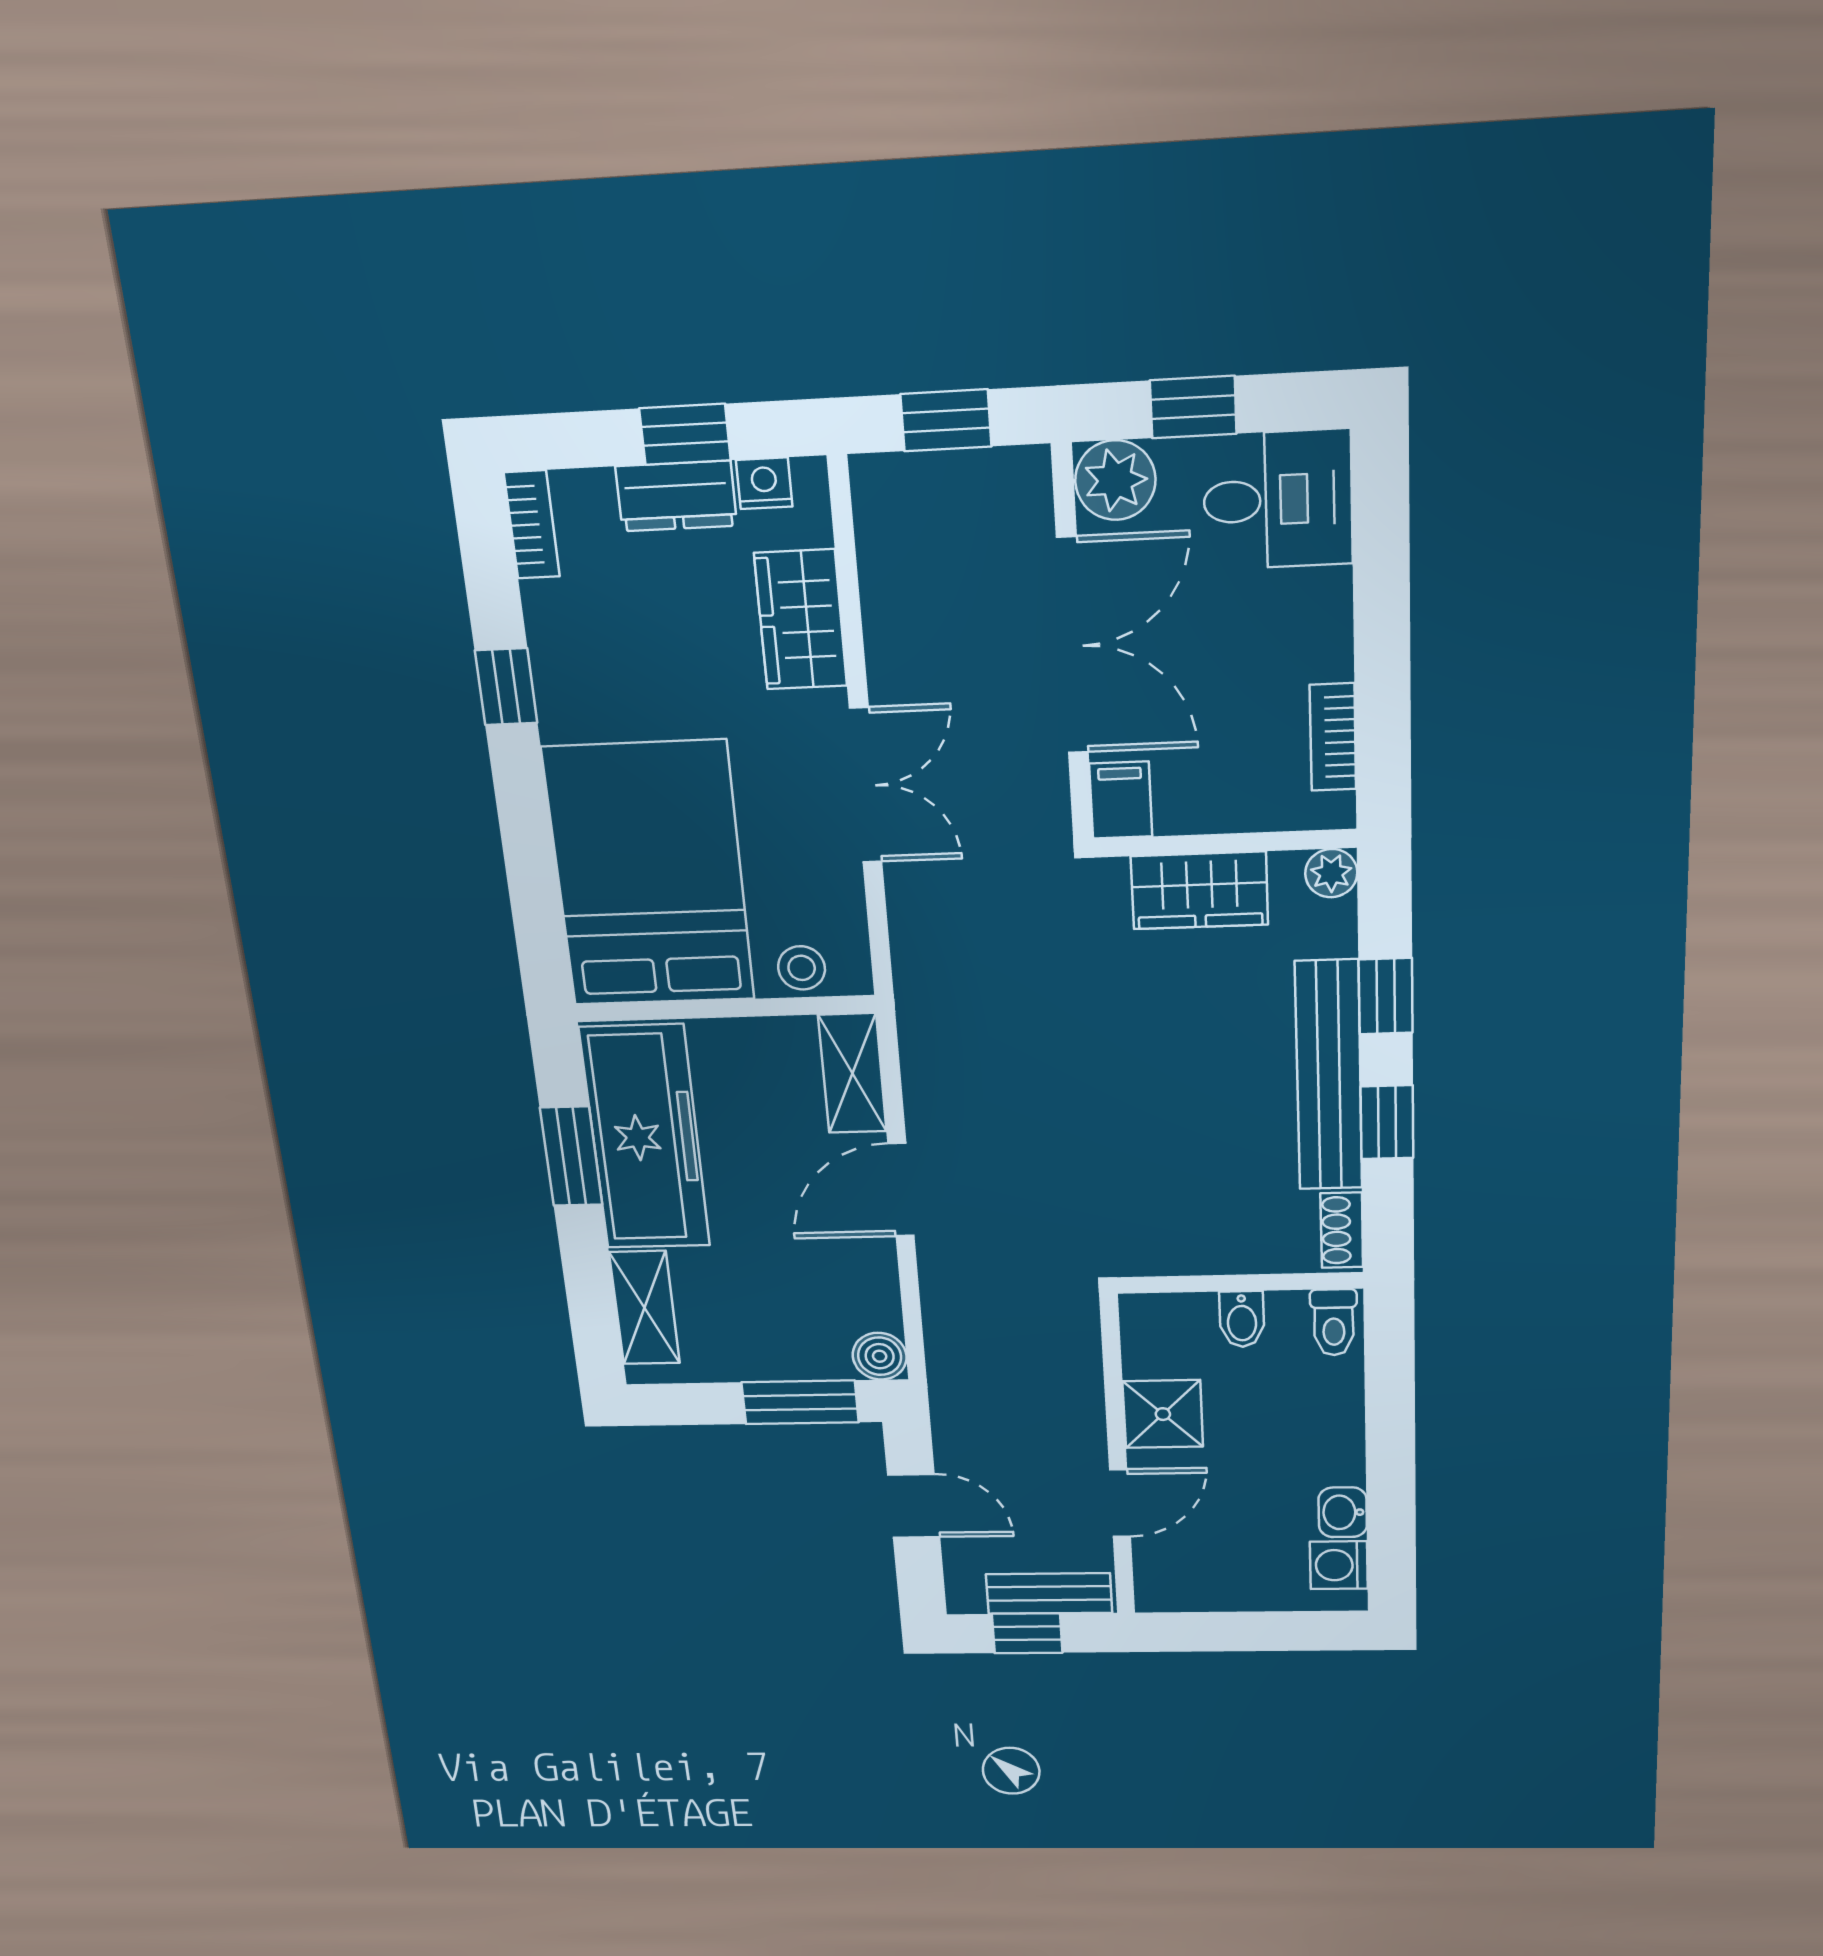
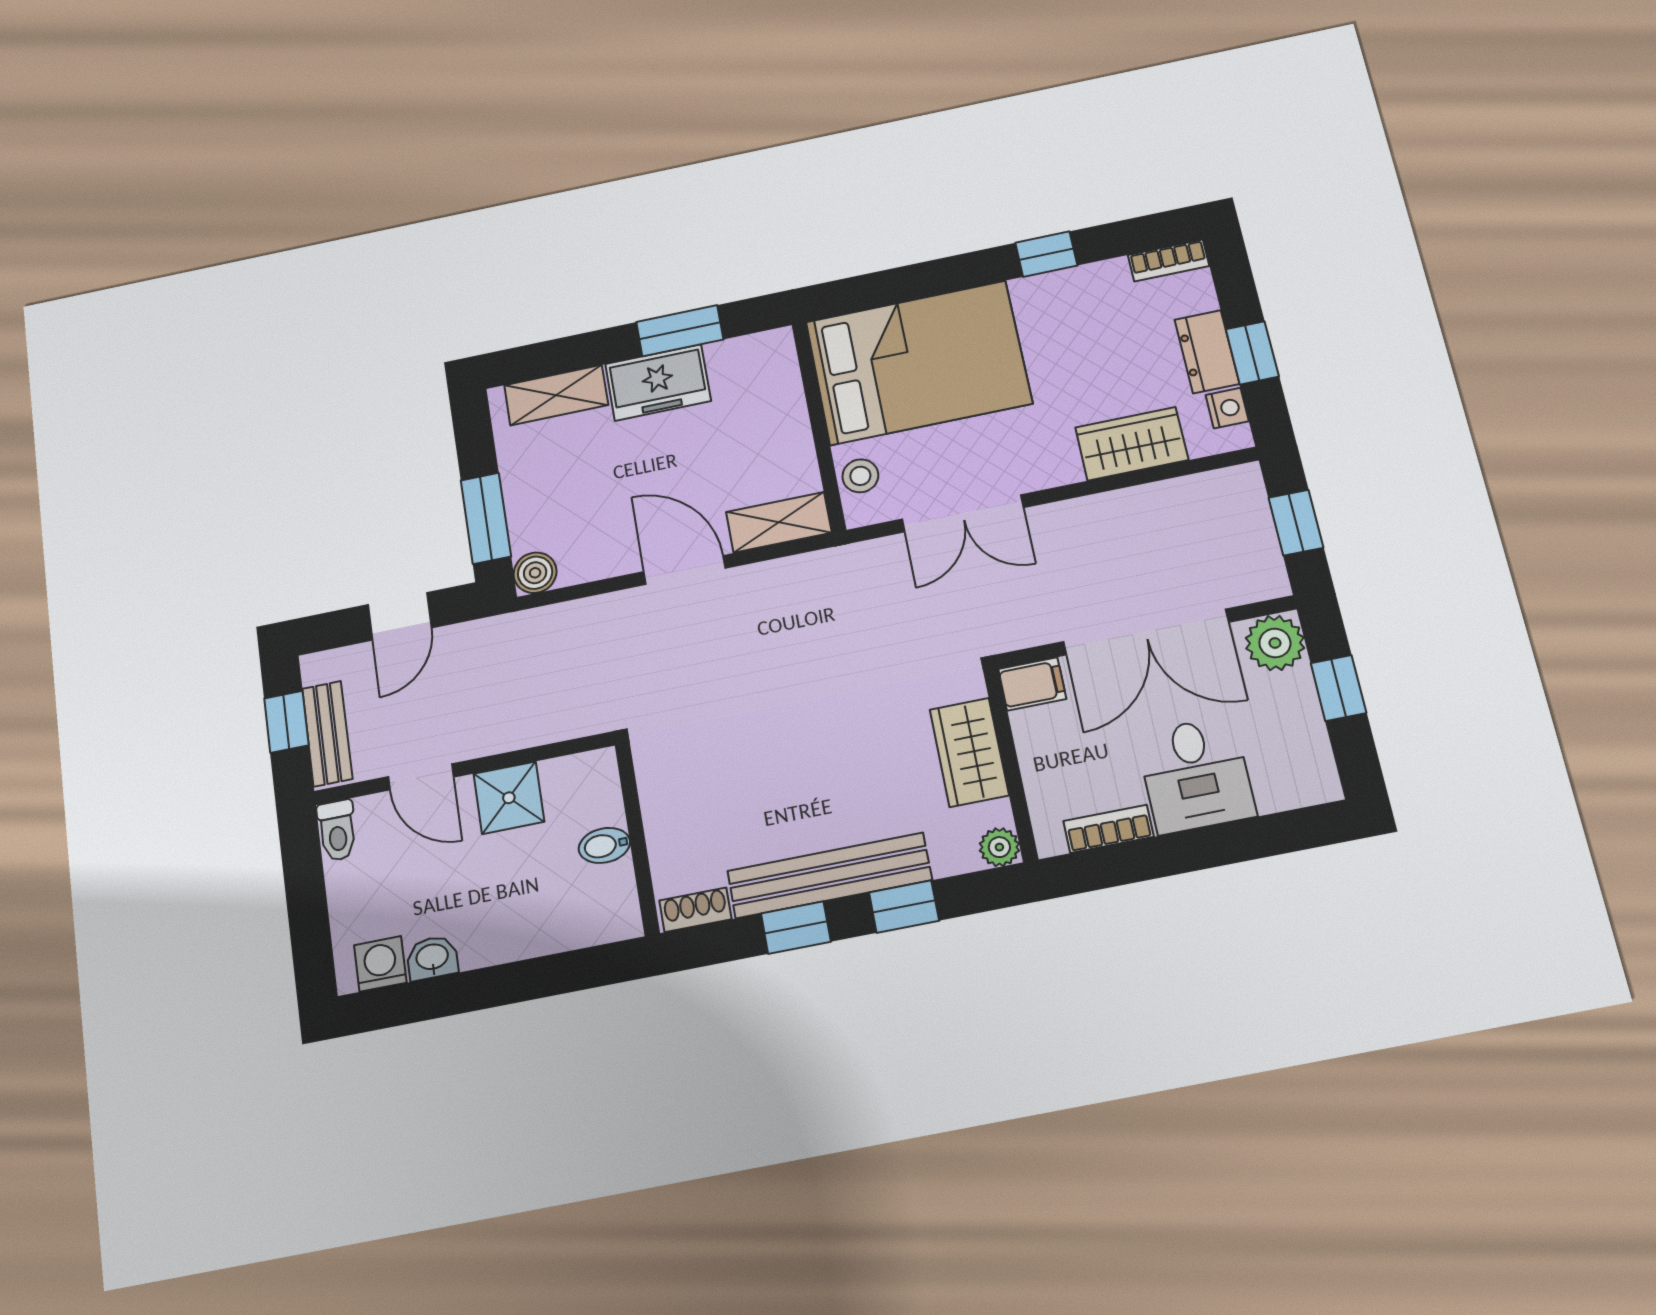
desk: (1278, 500) -> (1196, 775), moved
double door: (866, 785) -> (963, 513), moved
freezer: (645, 1137) -> (658, 383), width x0.52, depth x0.79
toilet: (1334, 1322) -> (337, 830), moved, turned -90

